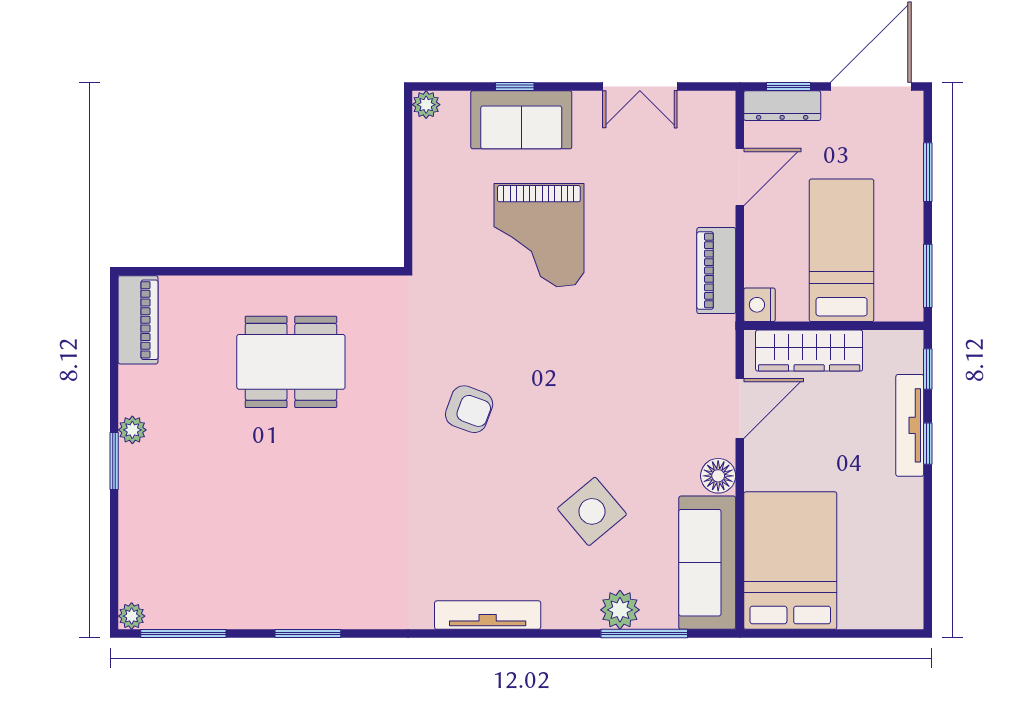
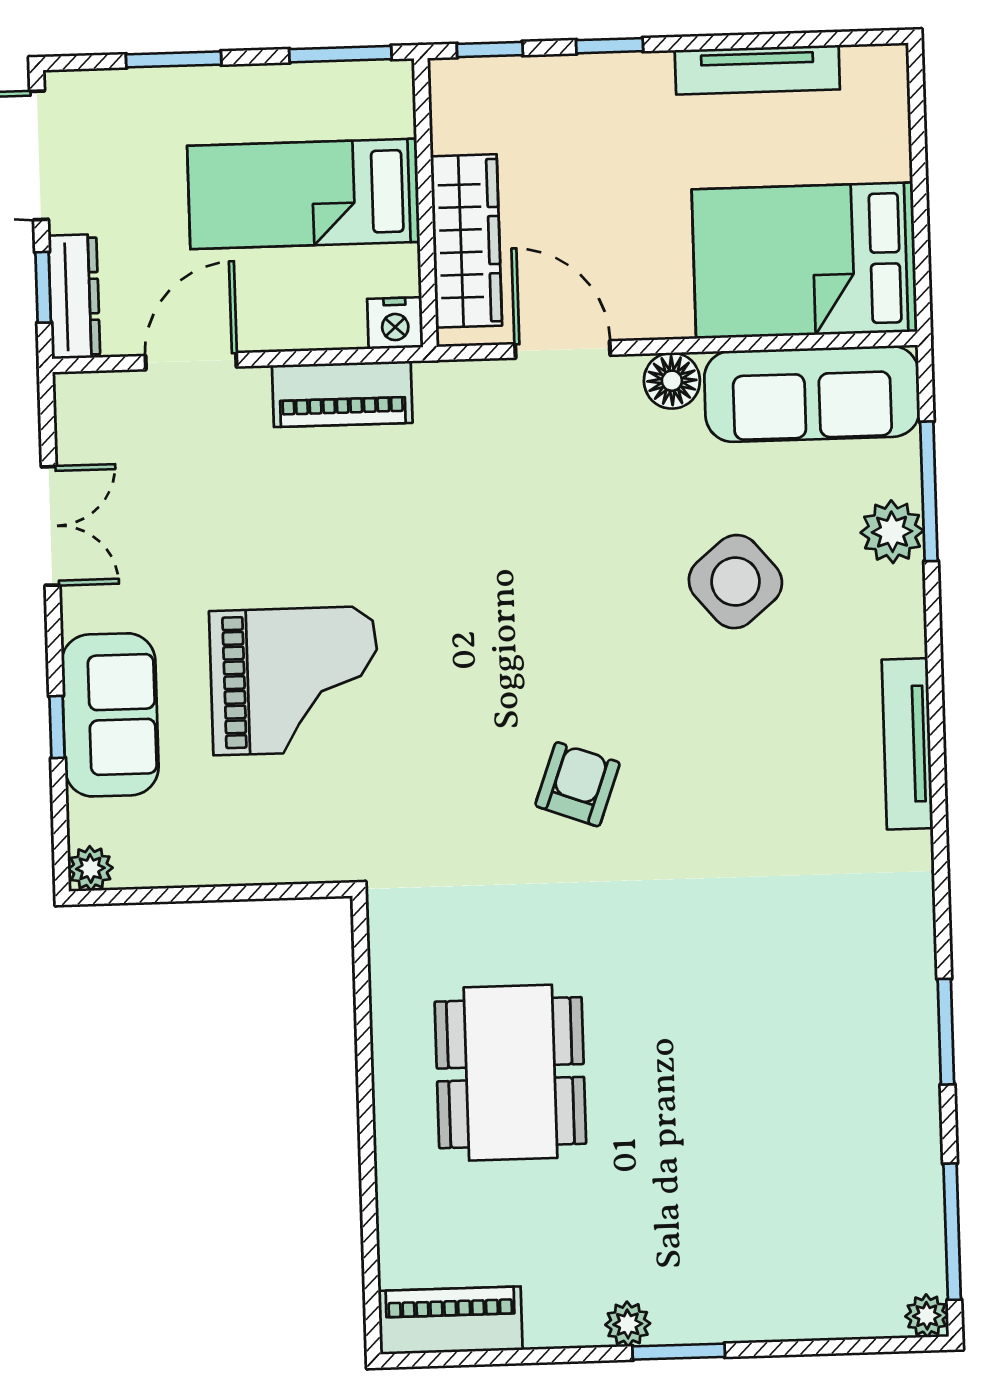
door: (740, 177) -> (191, 361), hinge flipped
tv unit: (910, 425) -> (757, 70), moved

